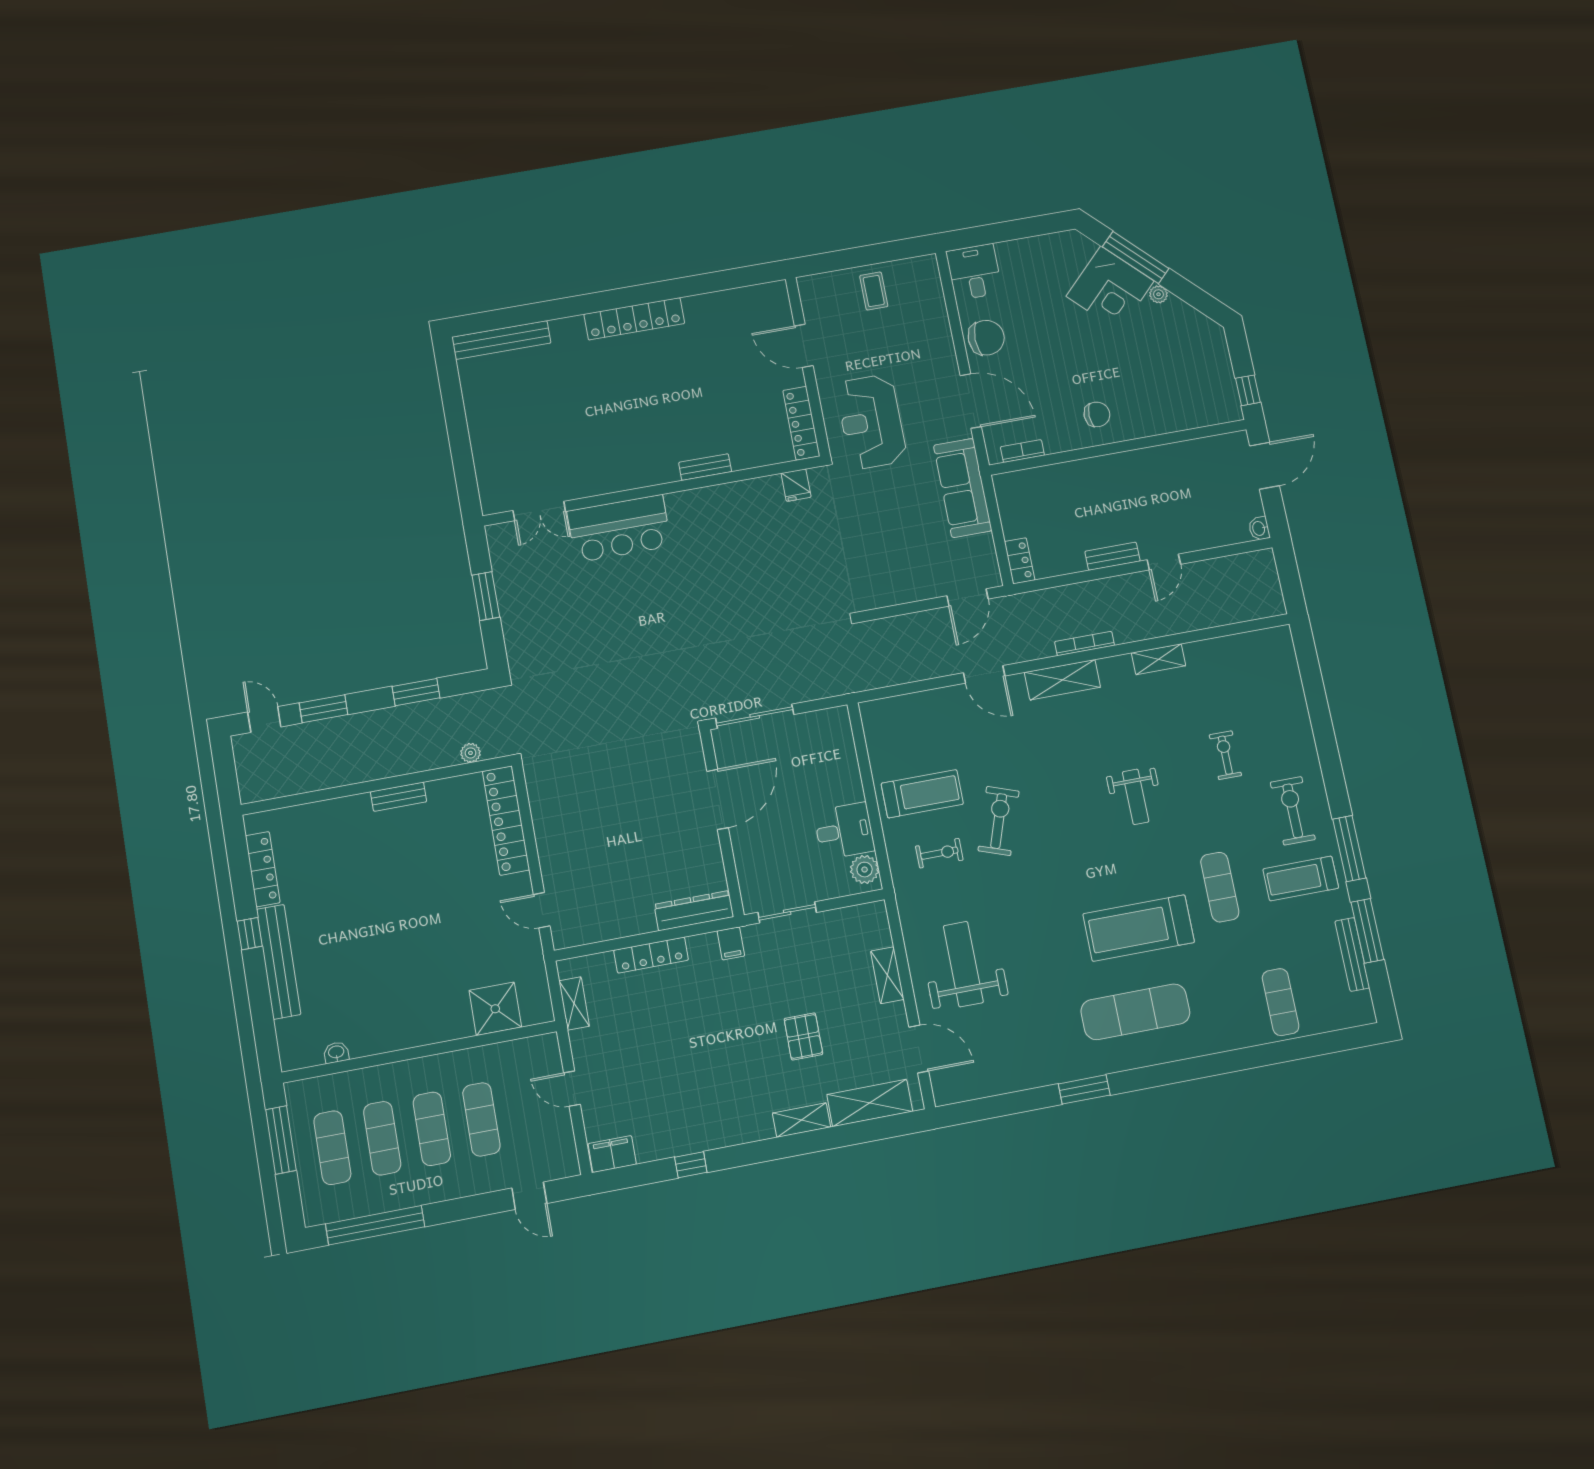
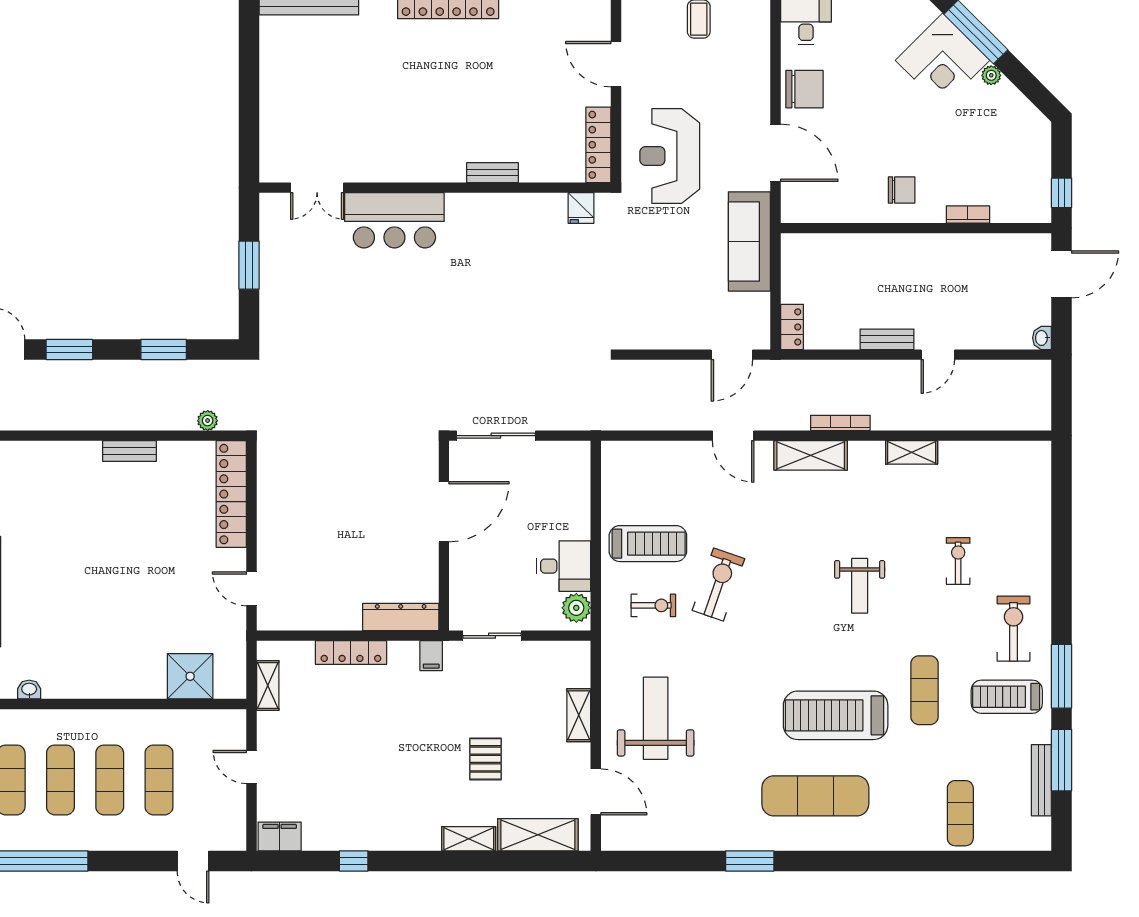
bookcase: (1022, 451) -> (968, 214), moved

